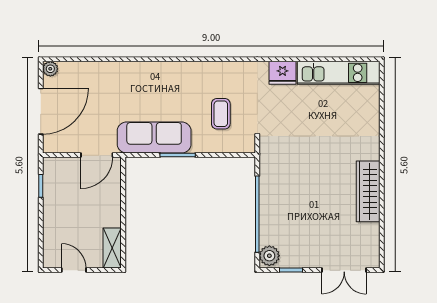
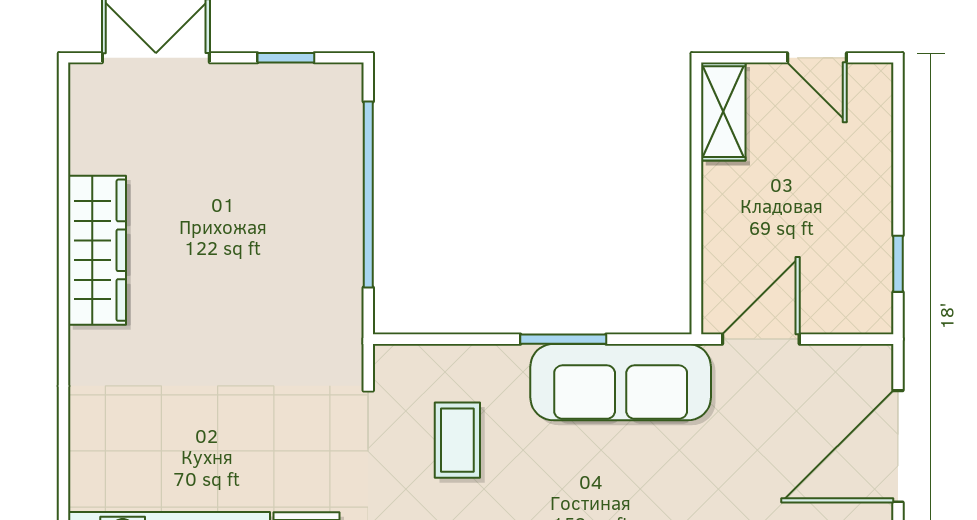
plant: (269, 256) -> (339, 93), removed

